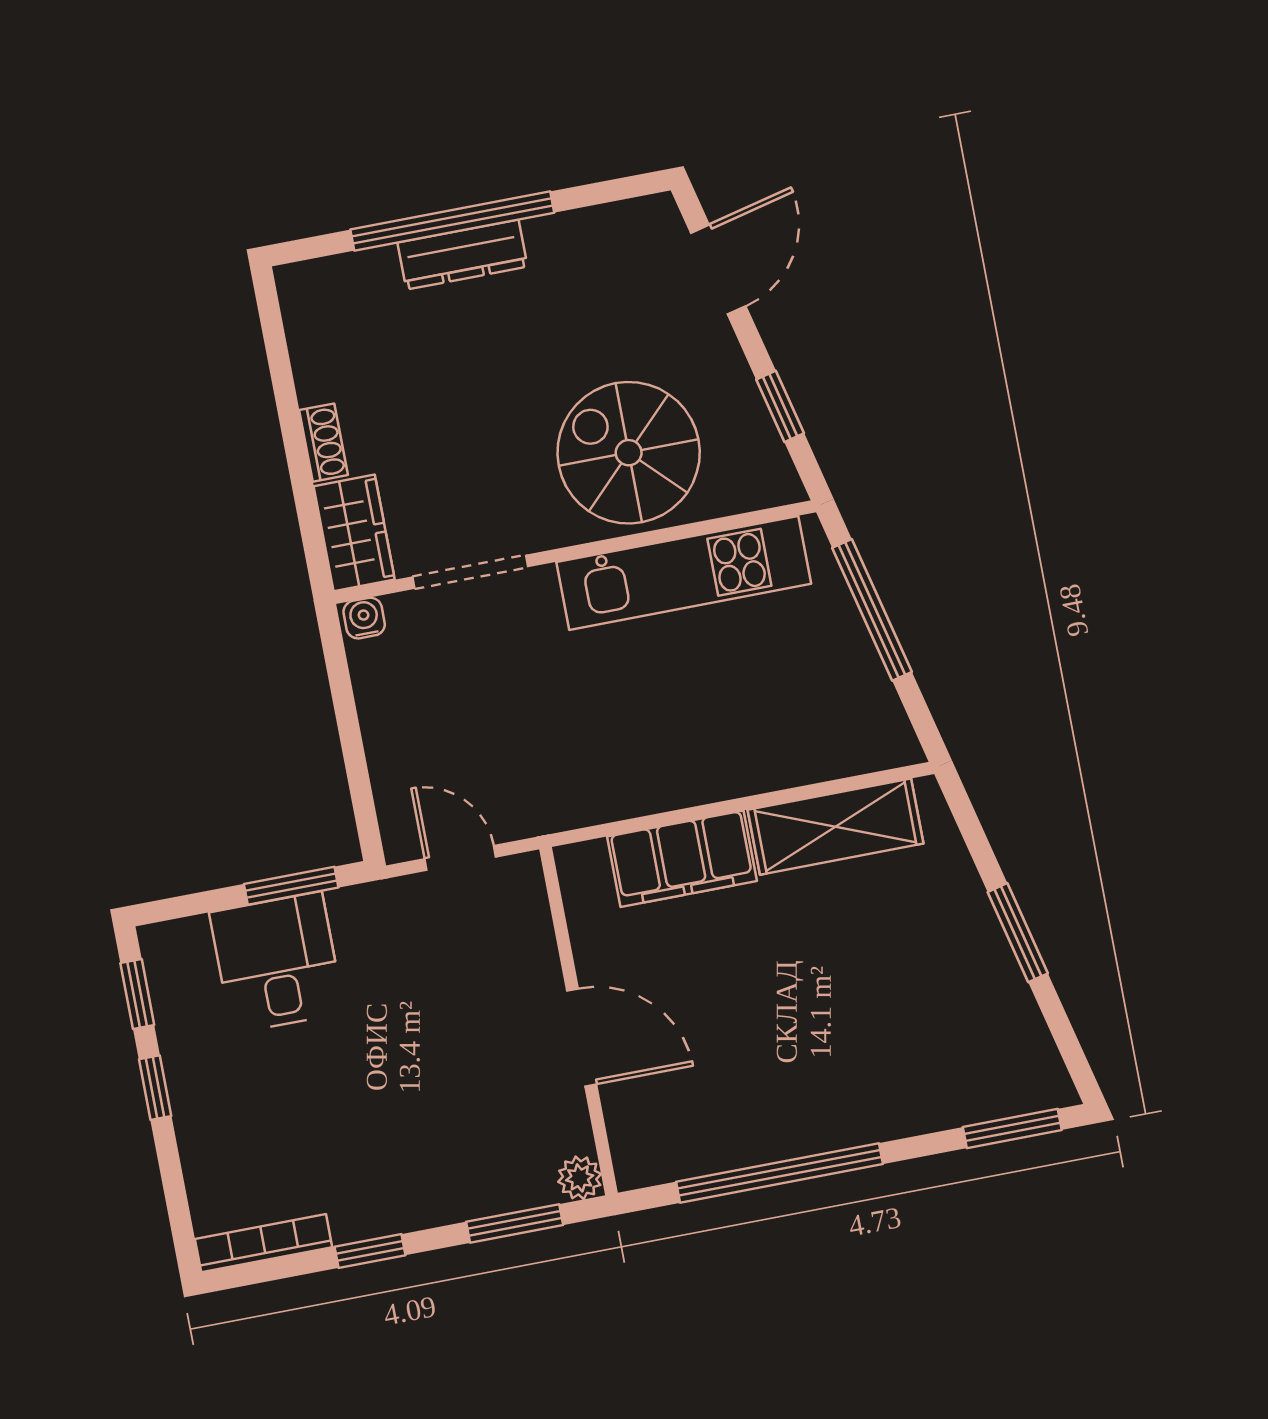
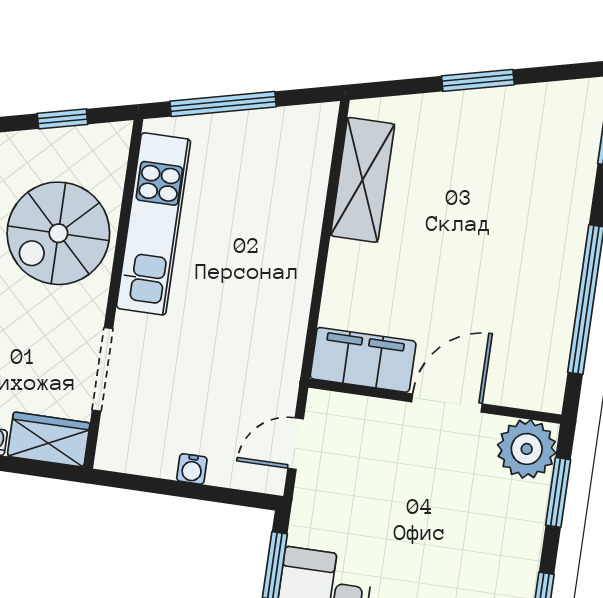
water cooler: (364, 618) -> (192, 469), moved, turned -90
filing cabinet: (682, 859) -> (363, 360), moved, turned -90
plant: (580, 1178) -> (527, 449), width x1.88, depth x1.88

